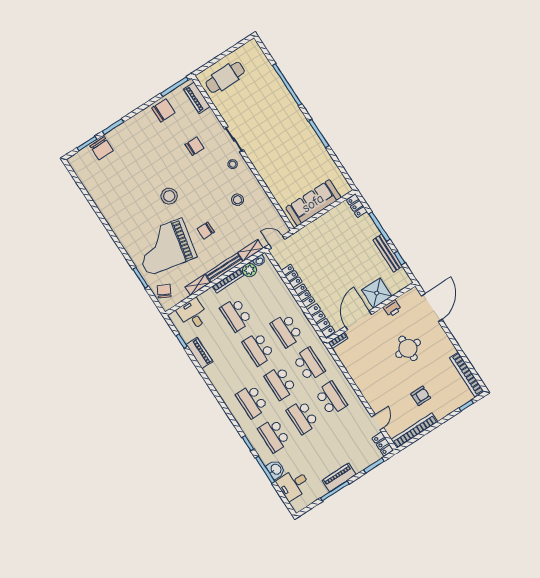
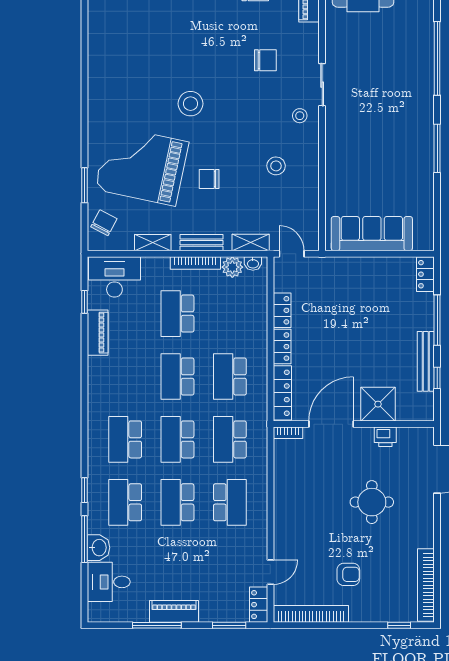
bench: (224, 268) -> (201, 243), width x0.73
desk: (193, 314) -> (114, 277), width x1.37
school desk: (309, 364) -> (230, 439), turned 180

